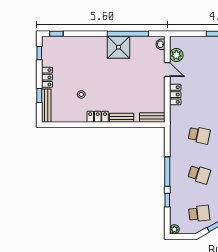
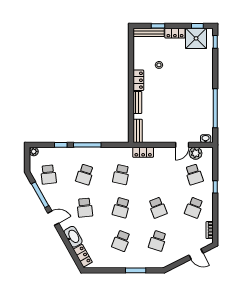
shower: (119, 47) -> (196, 38), moved
school desk: (199, 57) -> (194, 174), added
locker: (175, 95) -> (143, 152), moved

